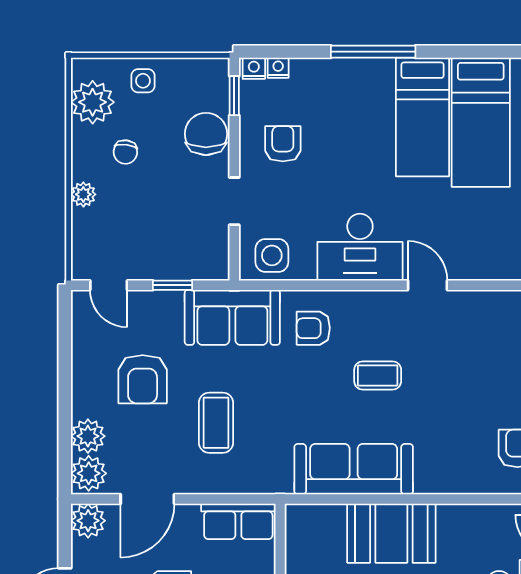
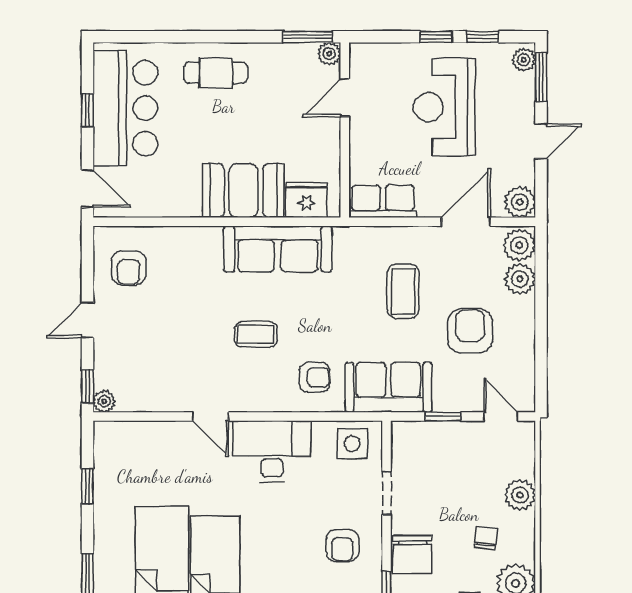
plant: (83, 194) -> (520, 495), width x1.38, depth x1.38
fridge: (322, 523) -> (306, 200), added

